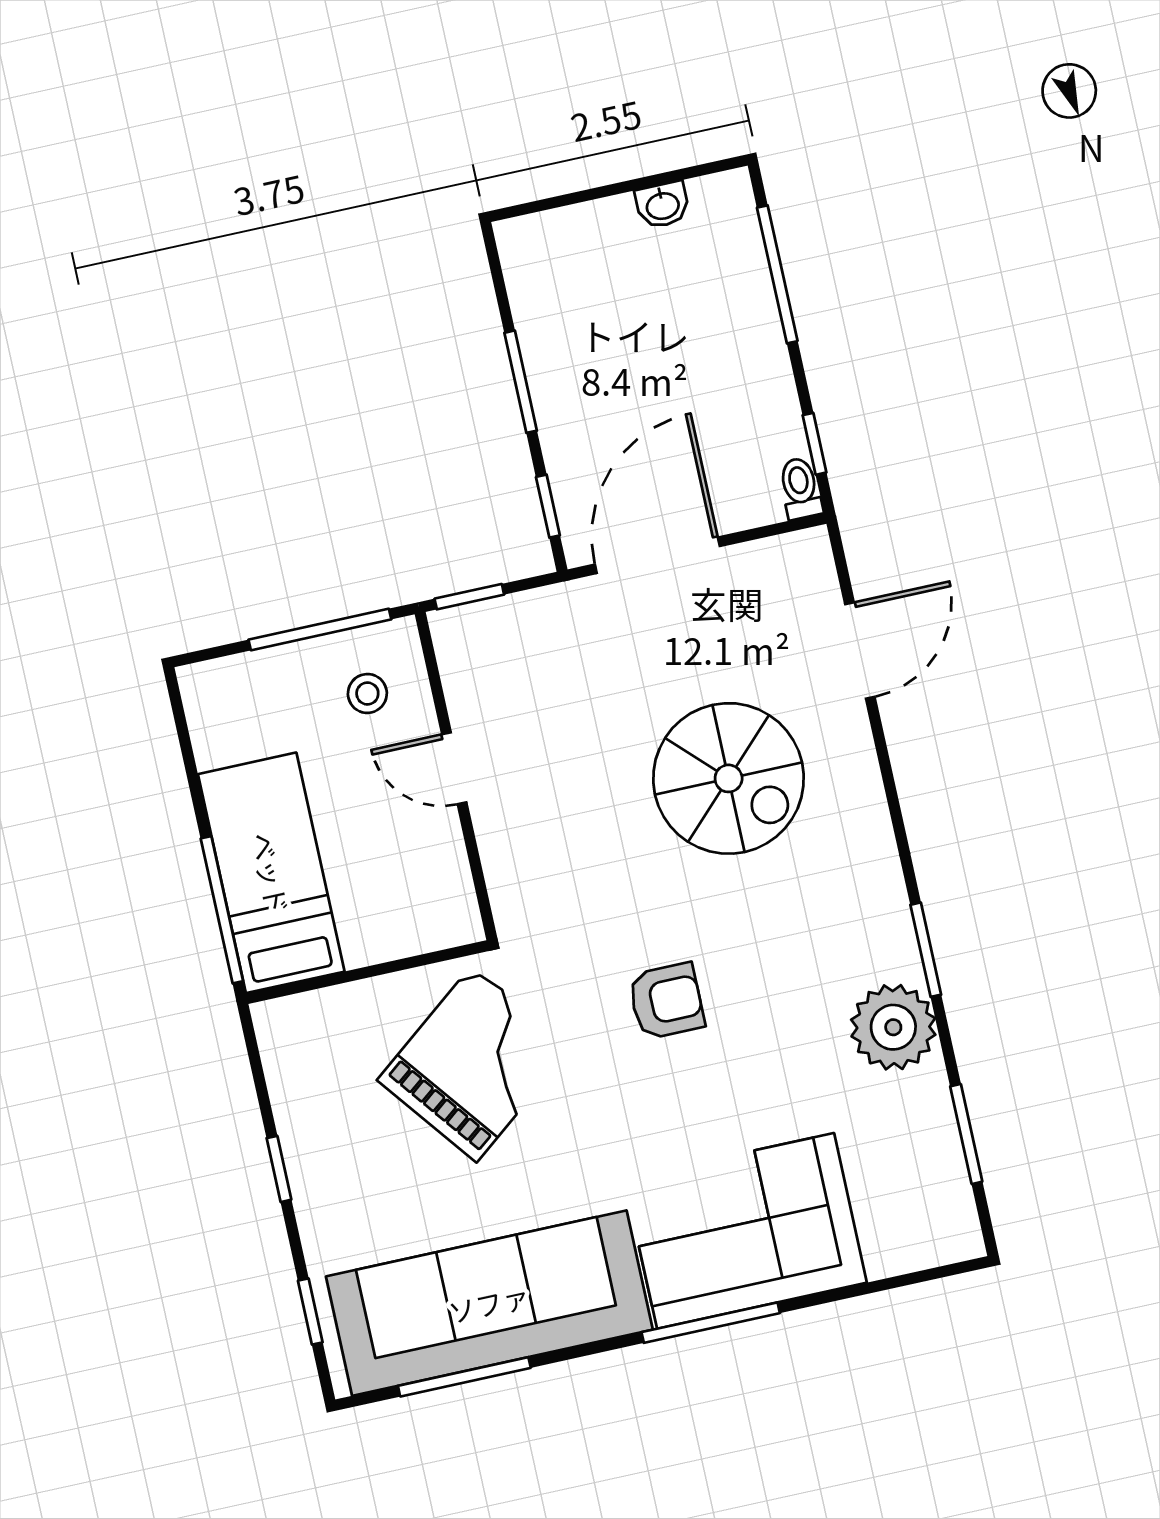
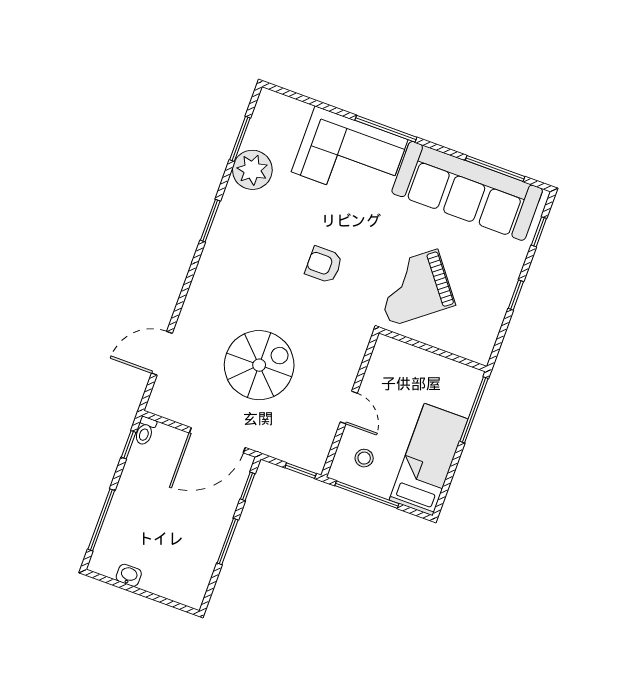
spiral stairs: (729, 778) -> (259, 365), moved, turned 90
bed: (271, 873) -> (429, 459), moved, turned 180
plant: (893, 1027) -> (252, 170), moved

